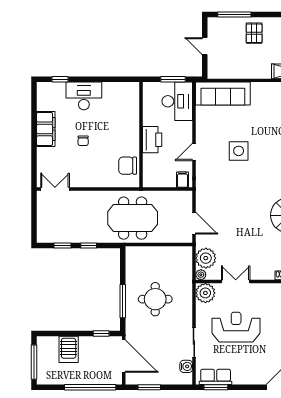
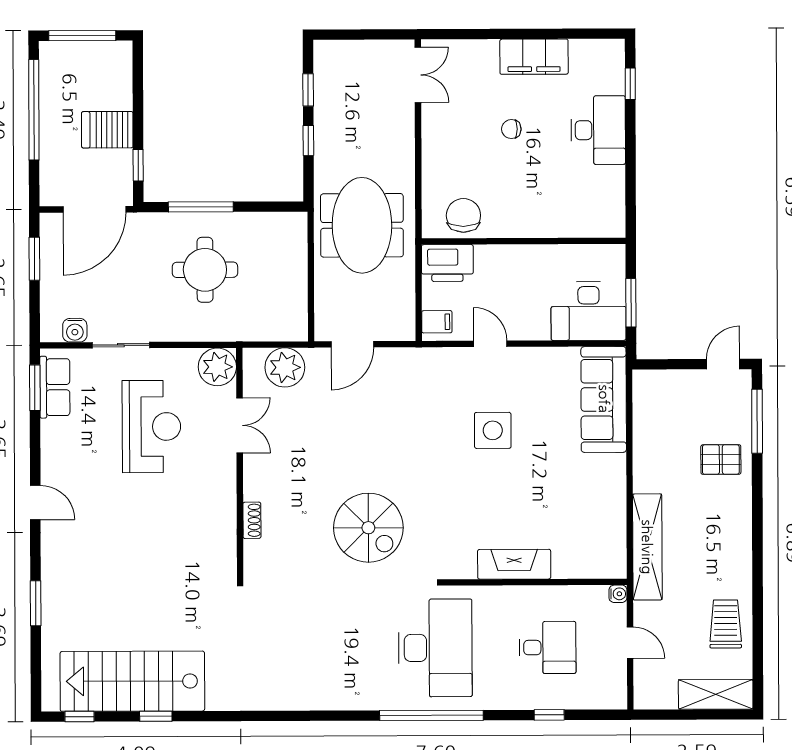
door: (205, 46) -> (723, 364), moved
printer: (152, 140) -> (447, 263), moved
plant: (201, 275) -> (253, 358), removed
server rack: (69, 349) -> (107, 130), moved
window: (90, 387) -> (34, 110), moved

